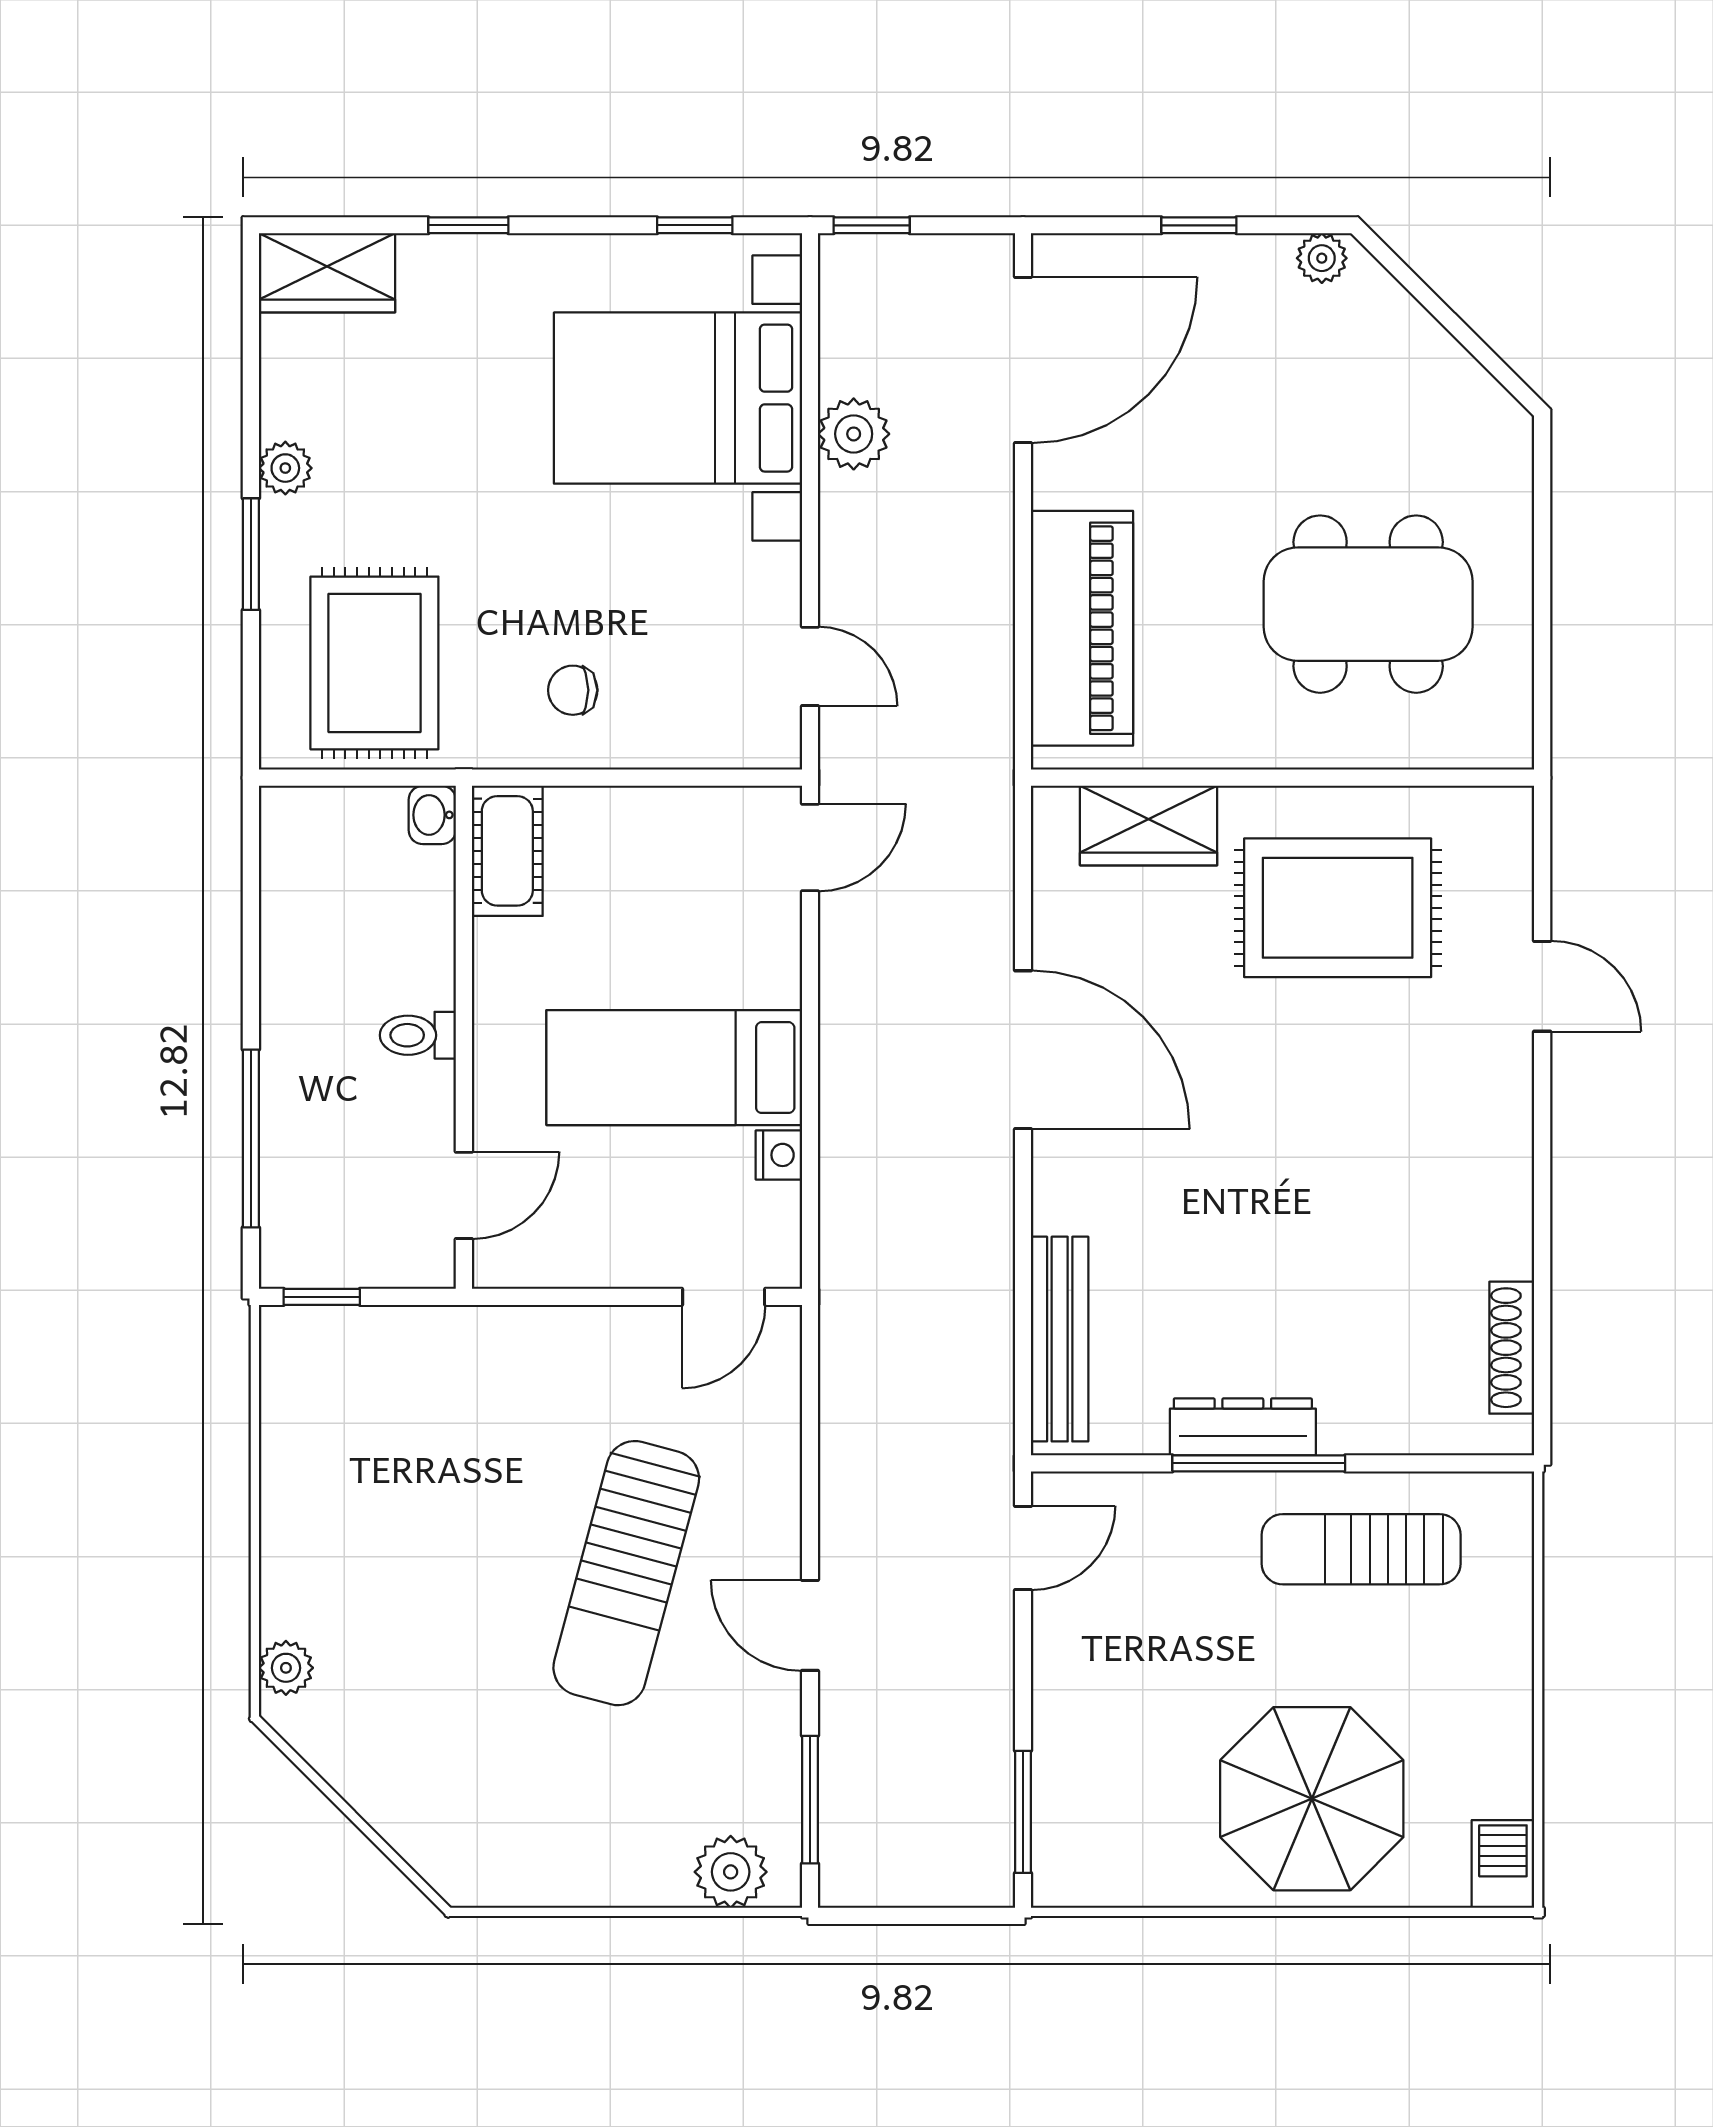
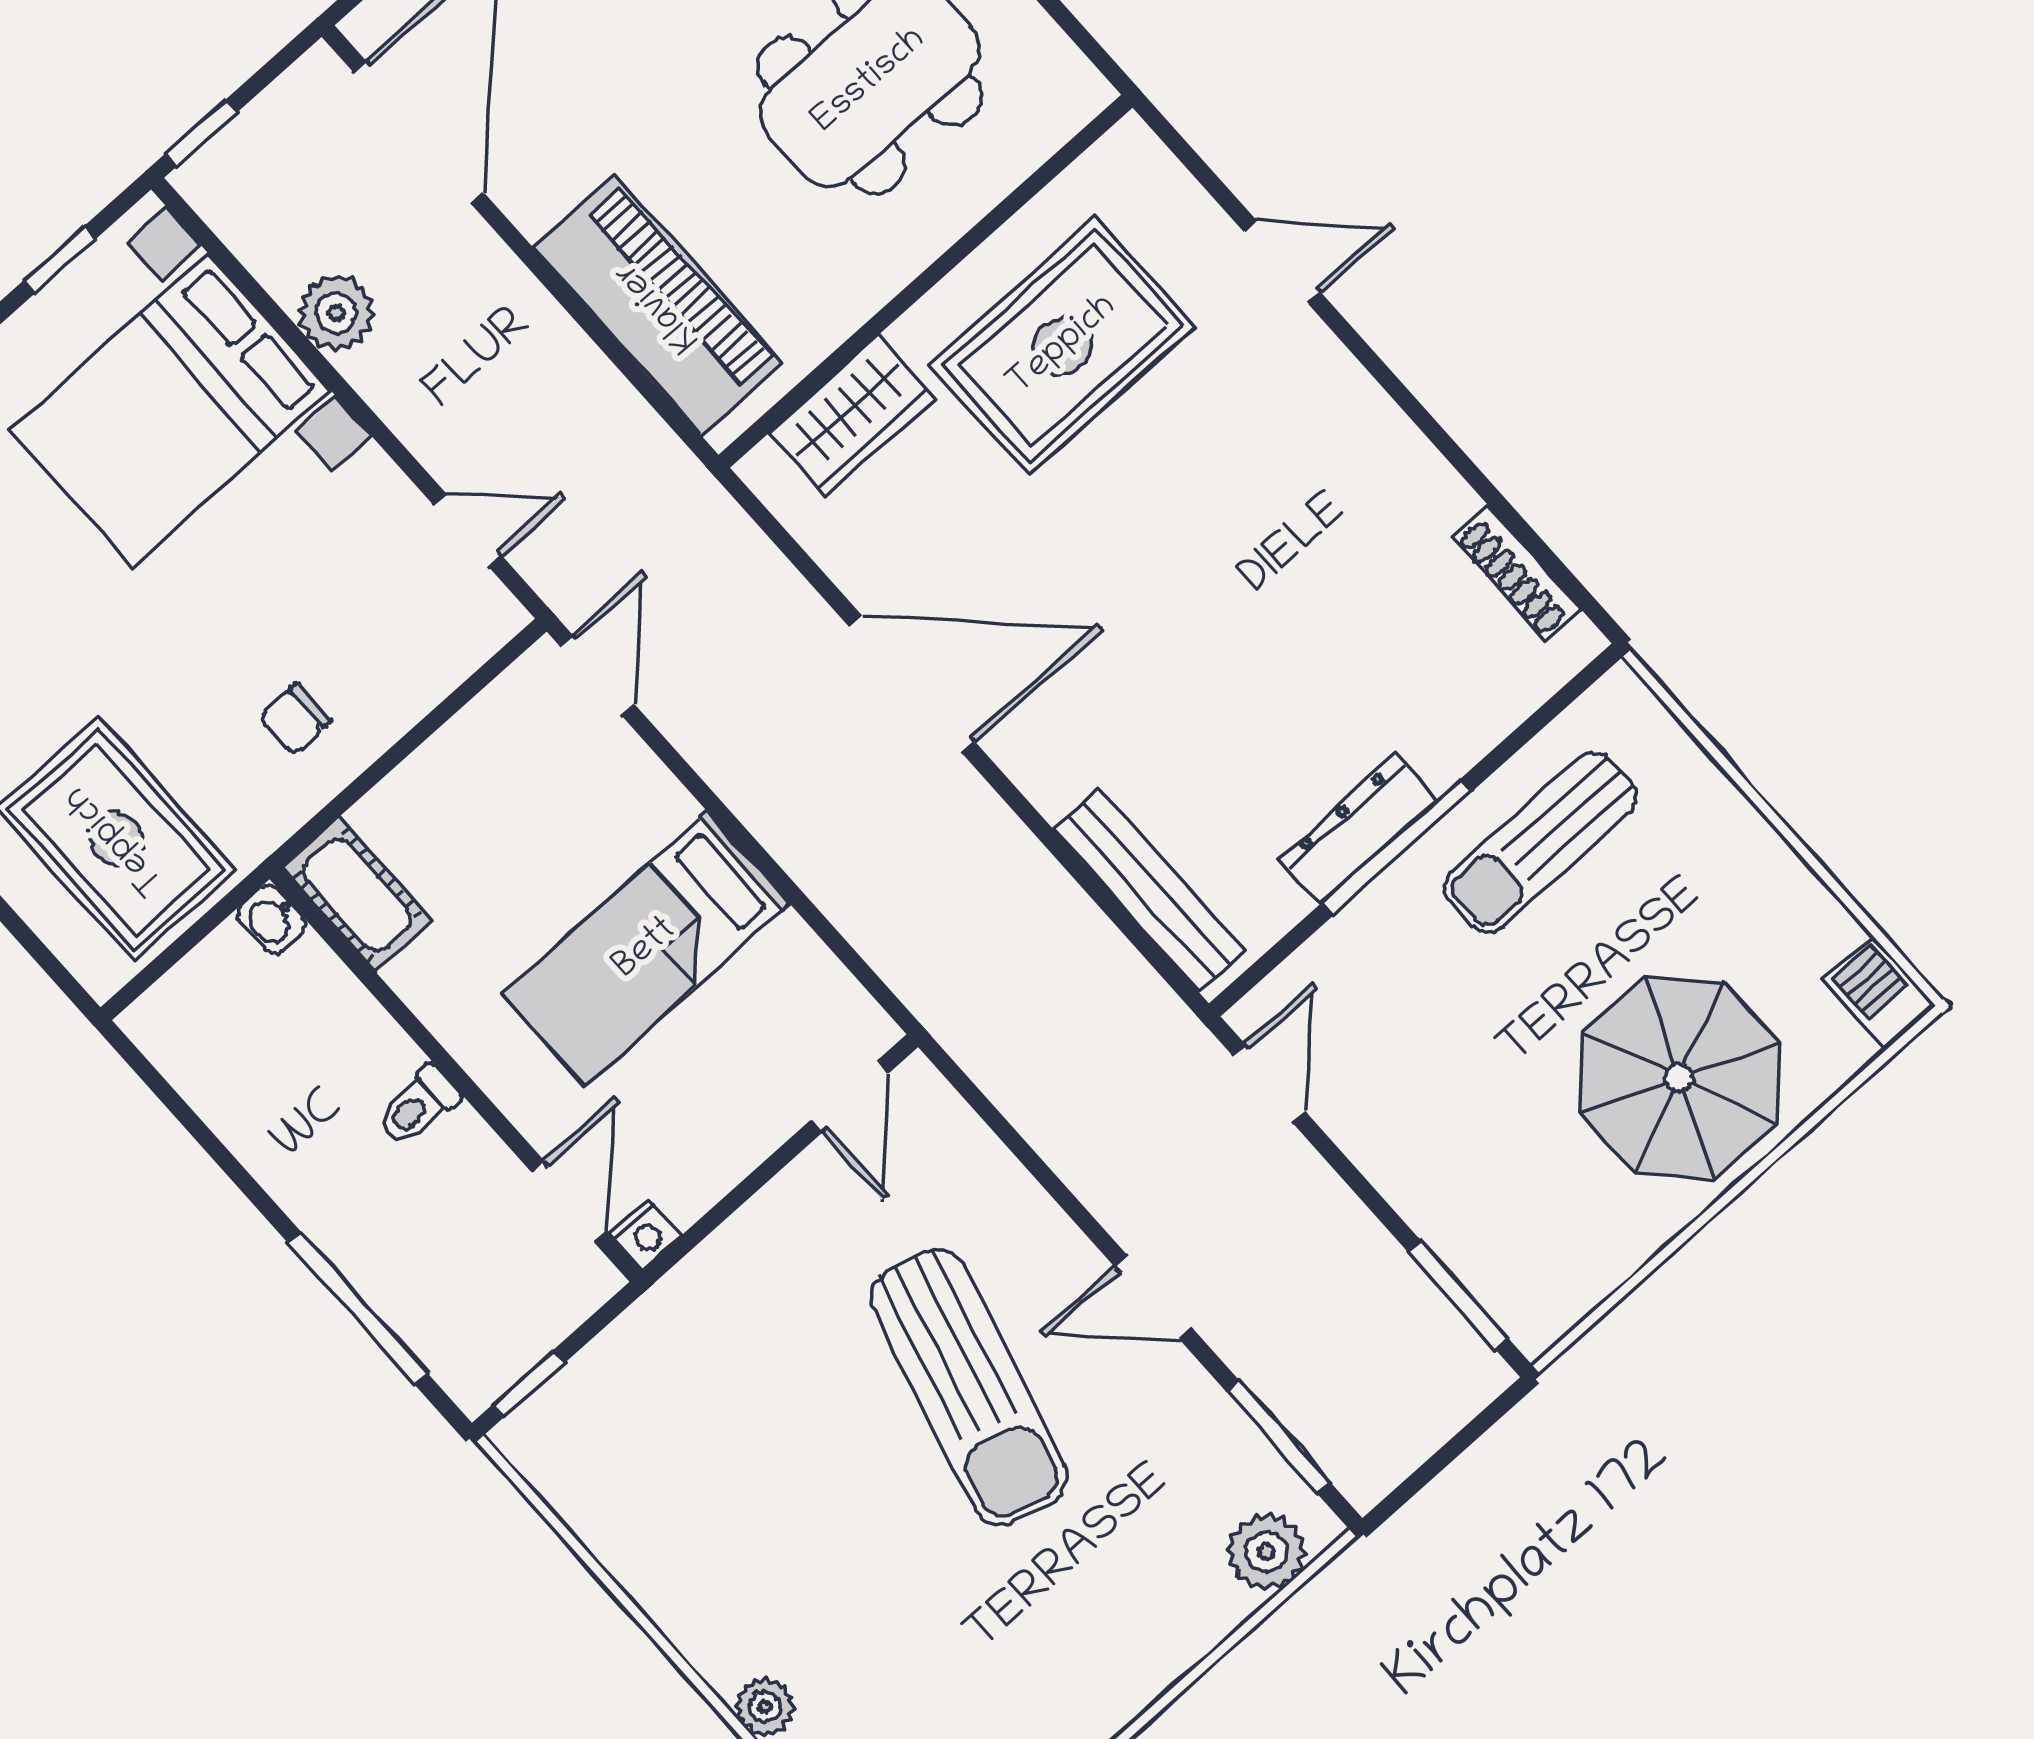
nightstand: (779, 1155) -> (645, 1234), moved, turned 90

